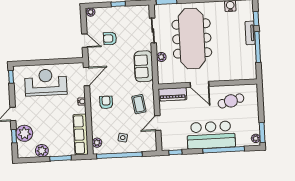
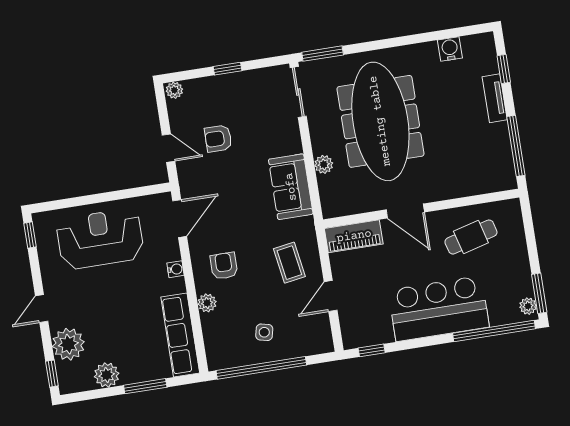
sliding door: (153, 31) -> (298, 92), moved
window: (258, 47) -> (516, 146), moved
window: (14, 136) -> (52, 374), moved
plant: (97, 143) -> (207, 303), moved
window: (224, 150) -> (494, 331), moved

